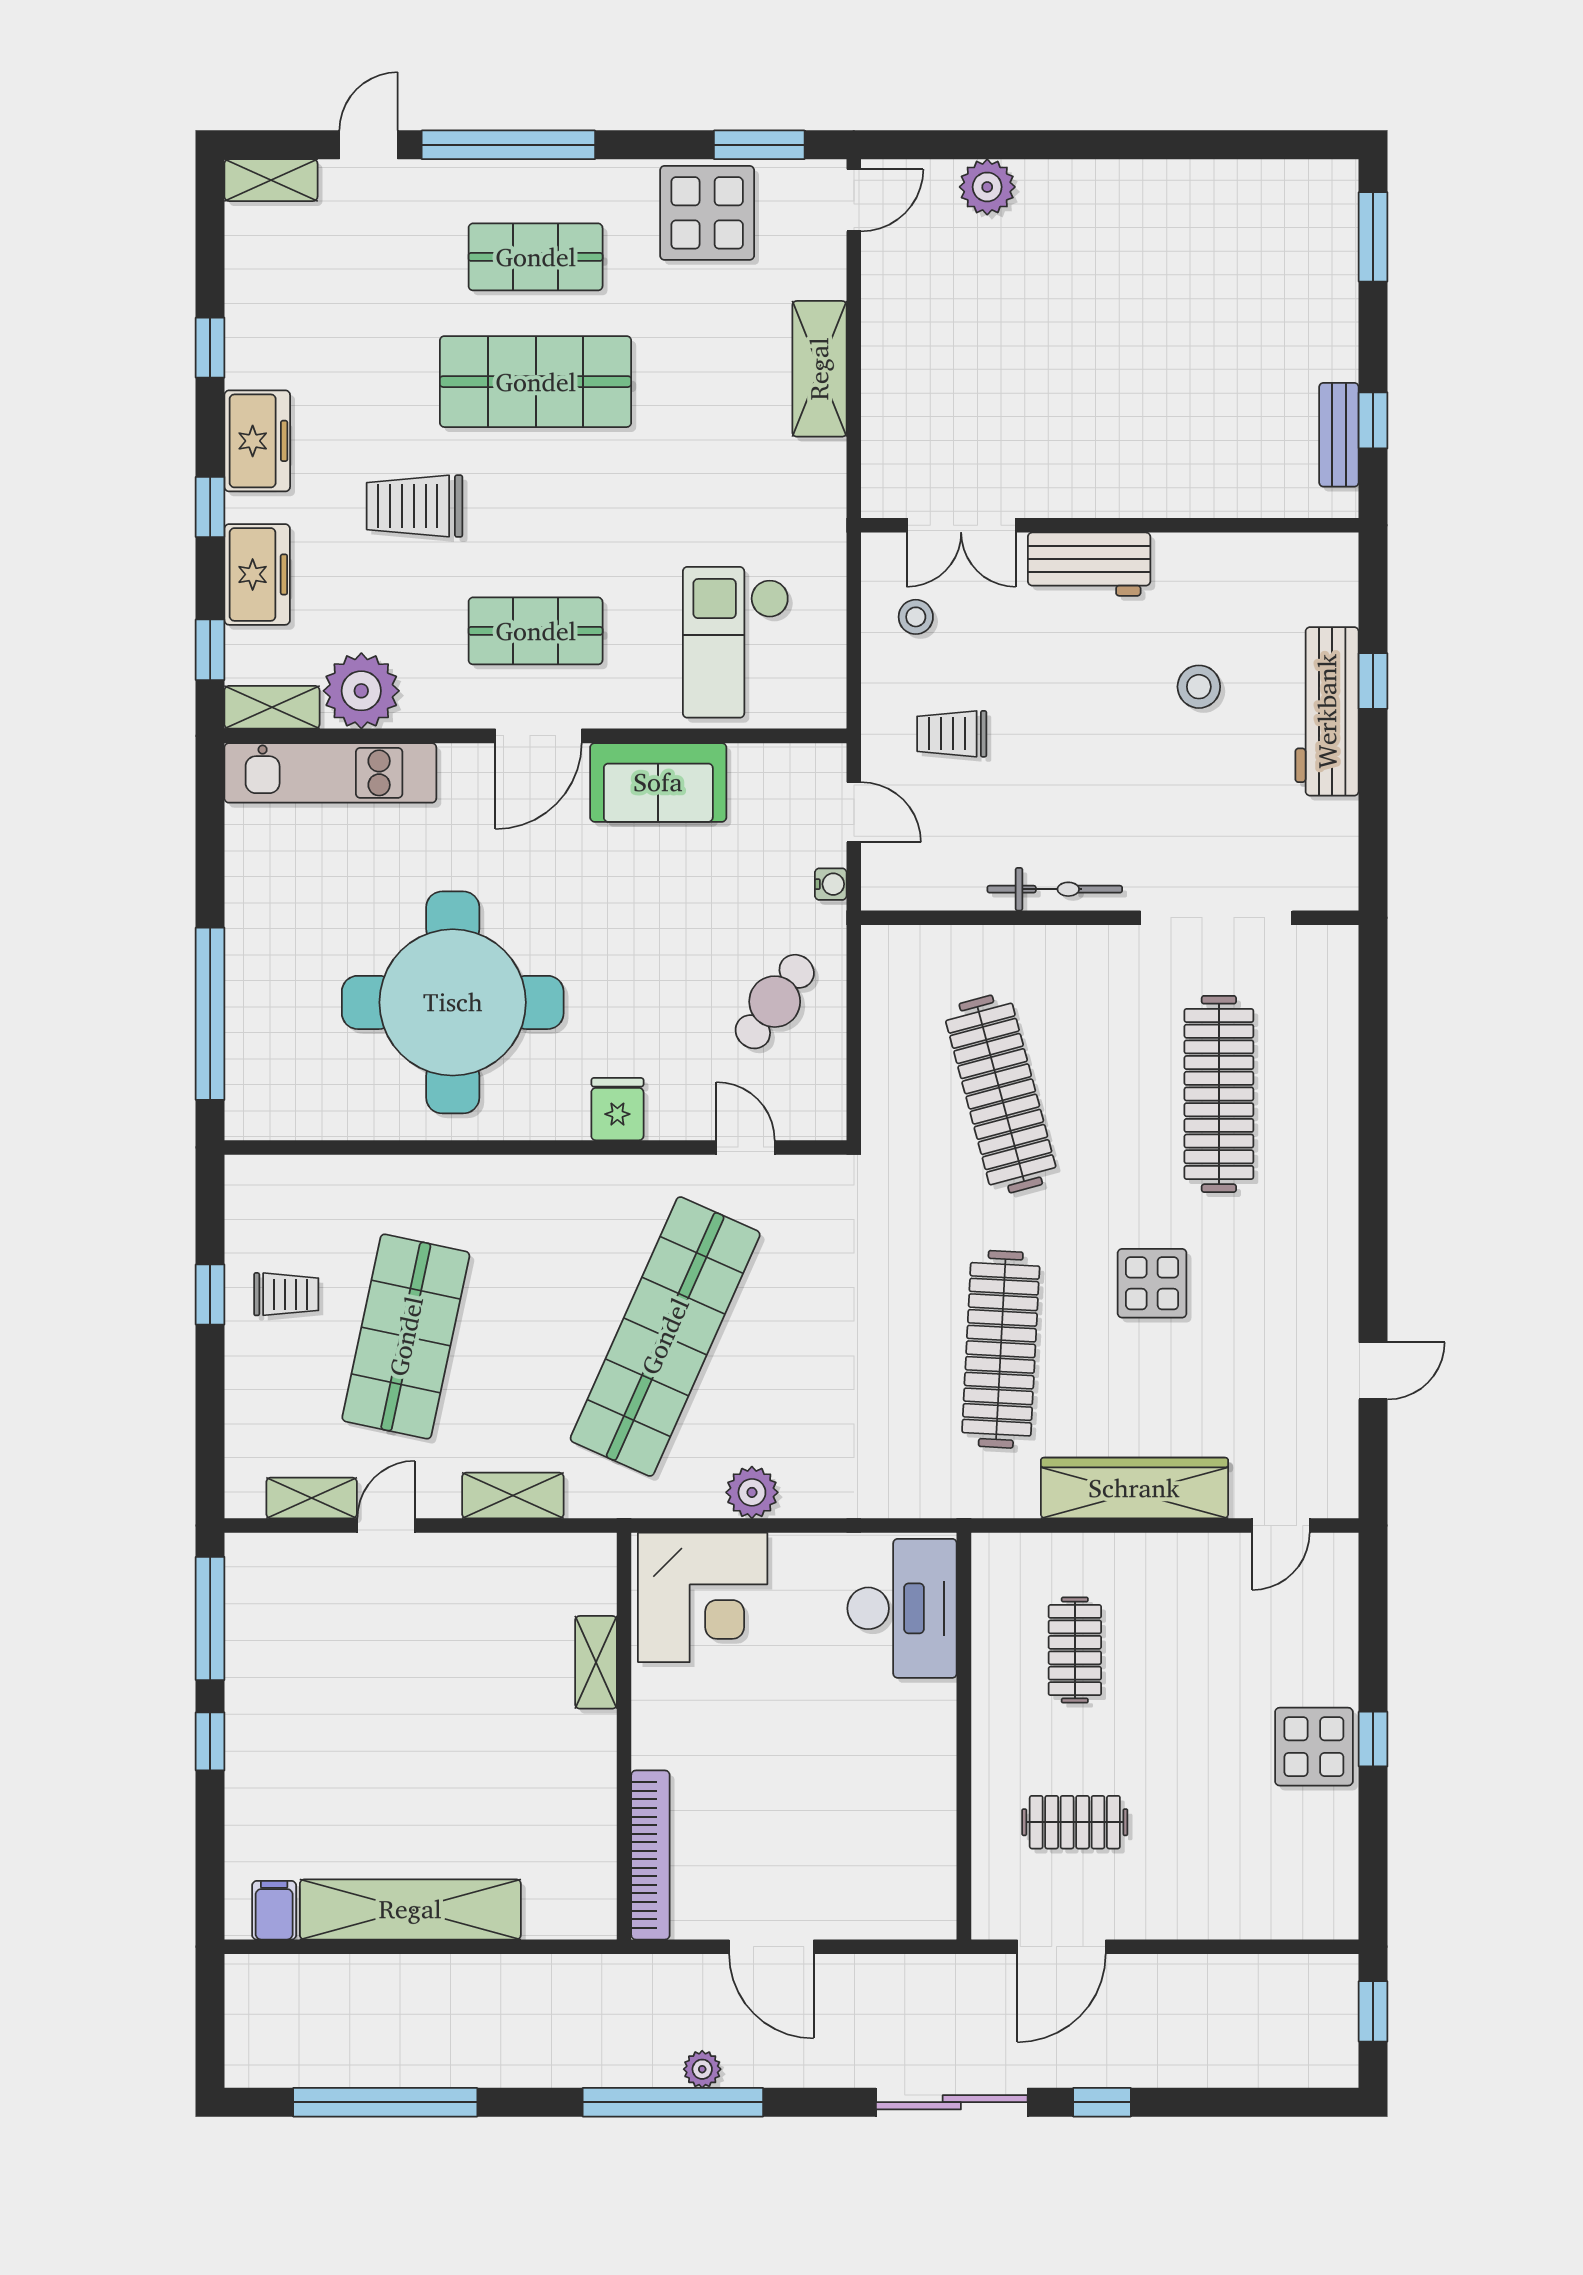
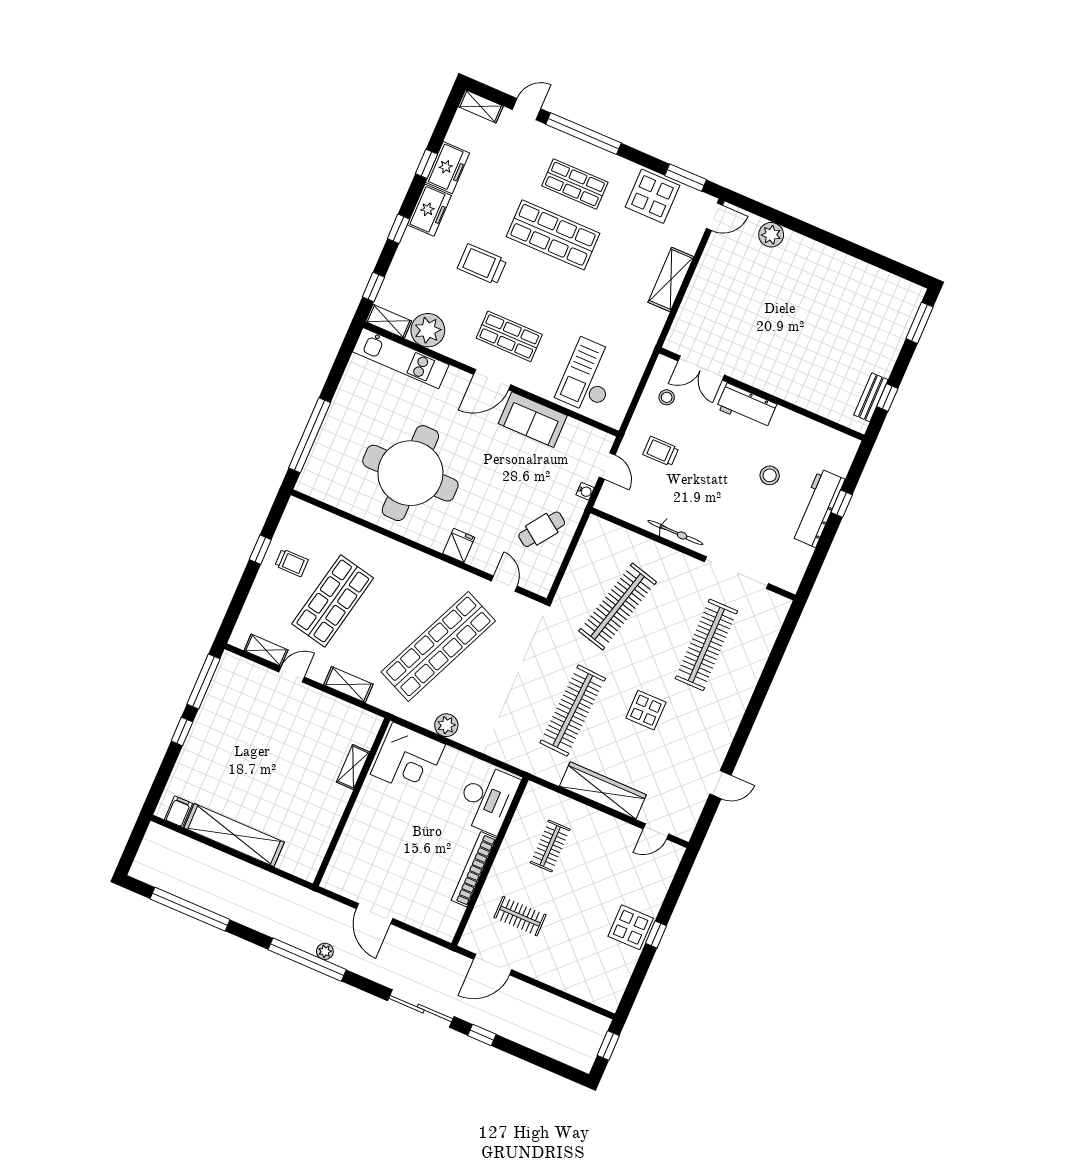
freezer: (257, 574) -> (448, 168), moved
clothes rail: (1001, 1094) -> (618, 607), turned 30
bookcase: (650, 1855) -> (474, 869), moved, turned 180

